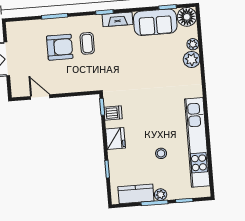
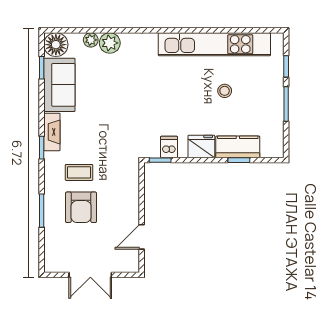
armchair: (60, 47) -> (81, 207), turned 180
kitchen counter: (136, 194) -> (238, 147), moved, turned 90
plant: (161, 195) -> (276, 96), removed

